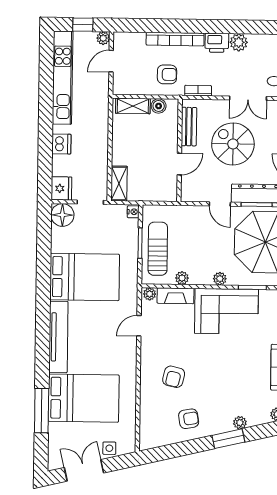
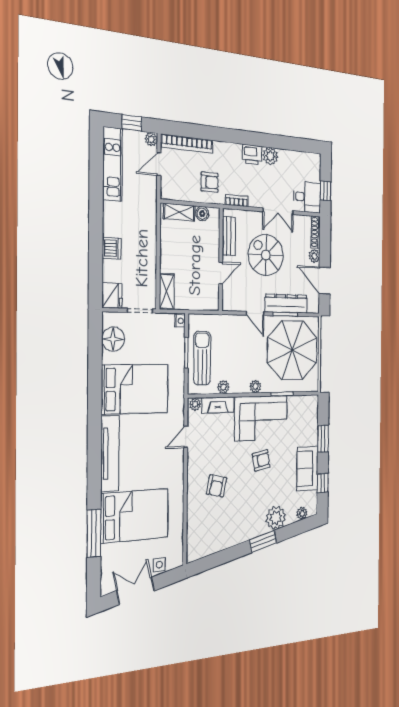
bookcase: (175, 39) -> (187, 144), moved
kitchen unit: (62, 78) -> (112, 164), width x0.73
floor lamp: (62, 215) -> (113, 339), moved
armchair: (189, 419) -> (261, 460), moved
plant: (240, 423) -> (276, 518), width x1.87, depth x1.87

